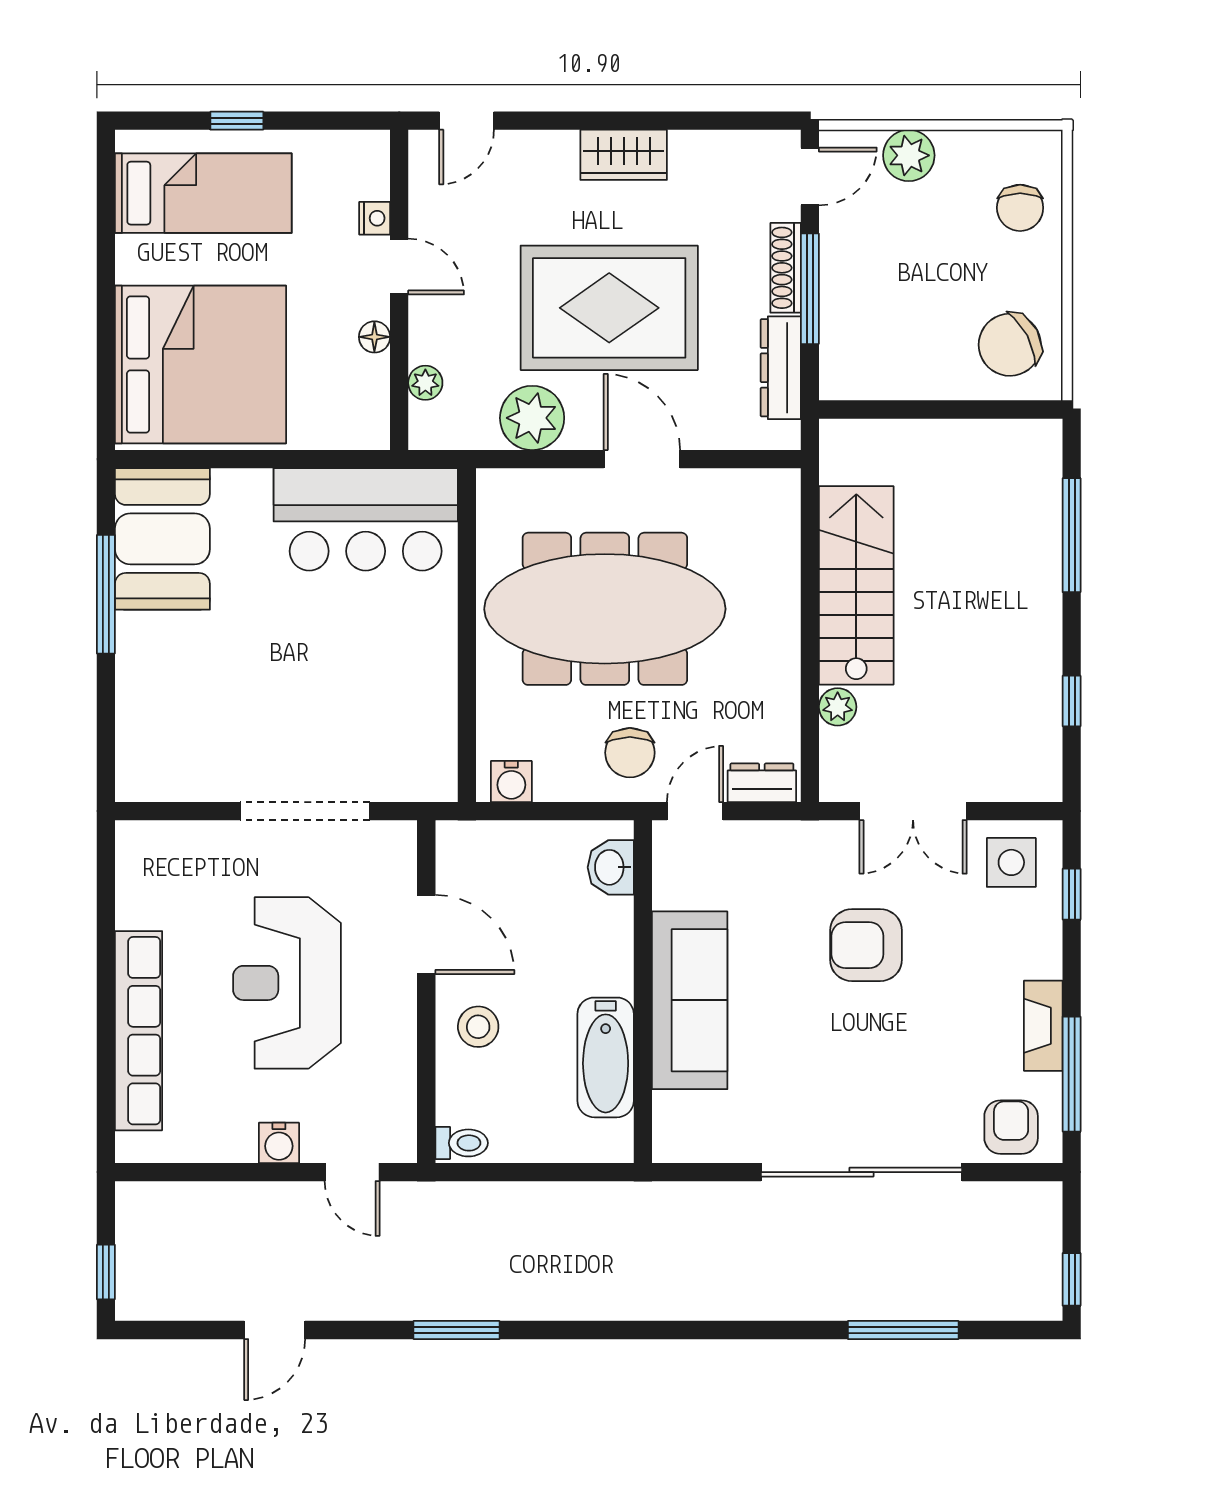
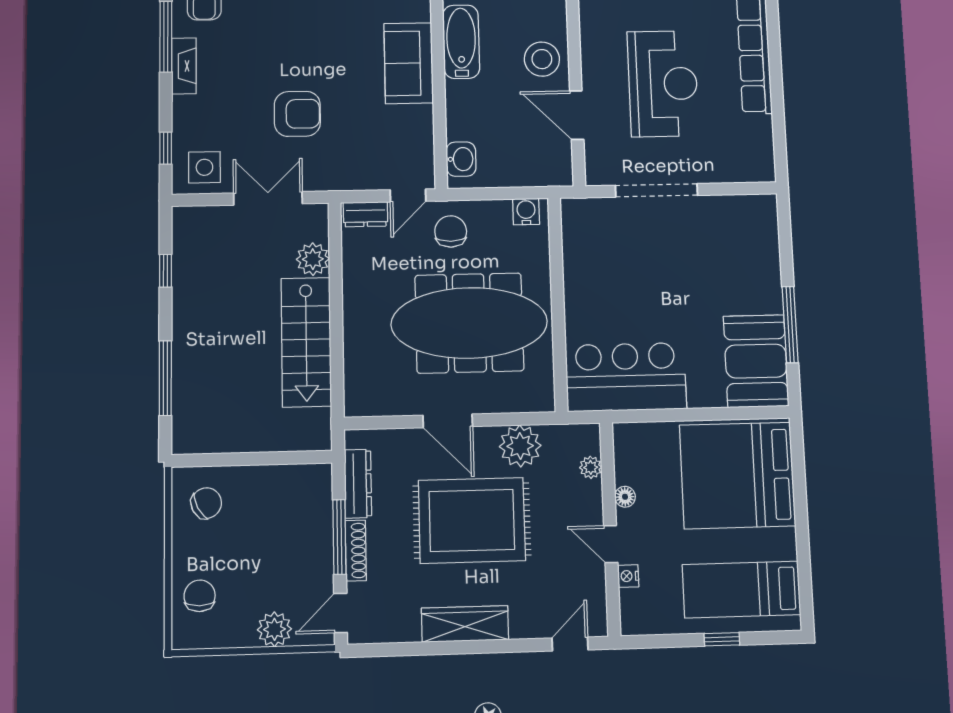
wardrobe: (624, 155) -> (465, 624), width x1.50
chair: (1010, 345) -> (206, 503), width x0.73, depth x0.73
plant: (838, 707) -> (313, 259), width x1.38, depth x1.38
sofa: (690, 1000) -> (409, 63), width x0.73
stool: (478, 1027) -> (542, 59), width x1.38, depth x1.38

